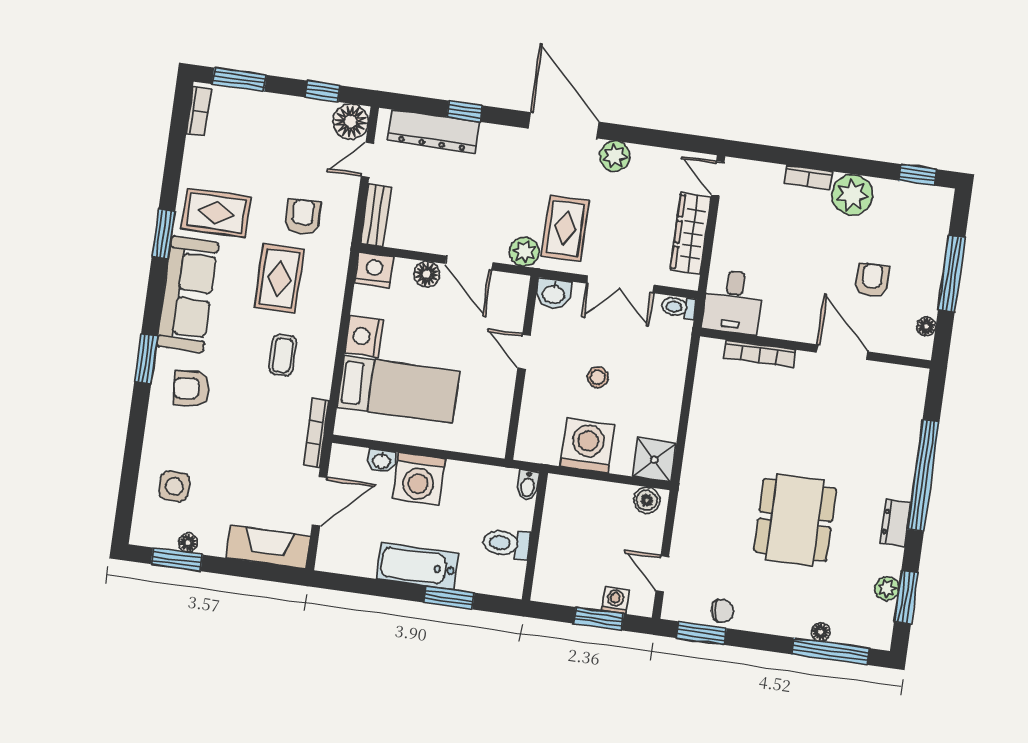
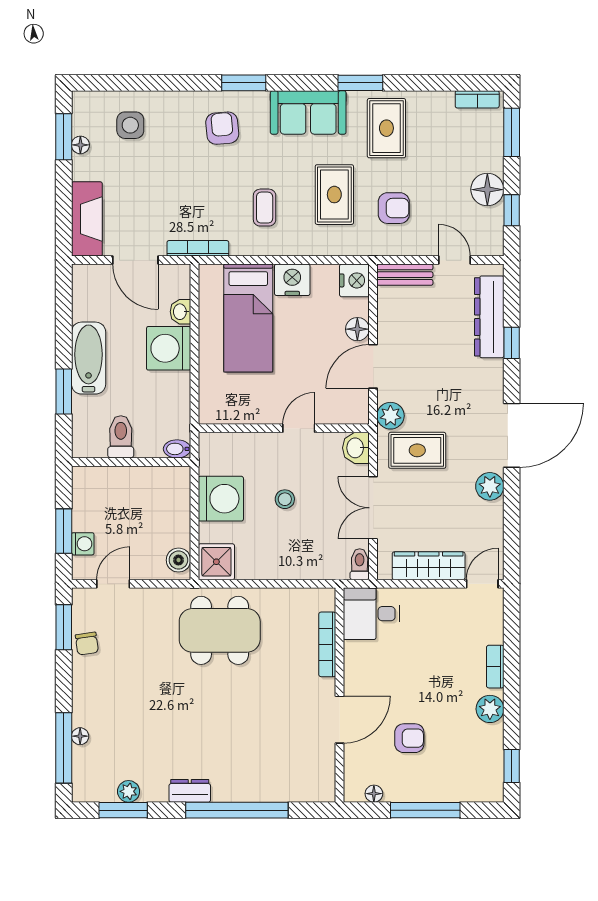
floor lamp: (351, 122) -> (487, 190), moved
plant: (852, 195) -> (490, 709), width x0.73, depth x0.73
rug: (279, 279) -> (334, 195), turned 90
sofa: (187, 294) -> (308, 112), width x0.73
coffee table: (283, 355) -> (265, 208), turned 90
dining table: (795, 520) -> (220, 630), moved

